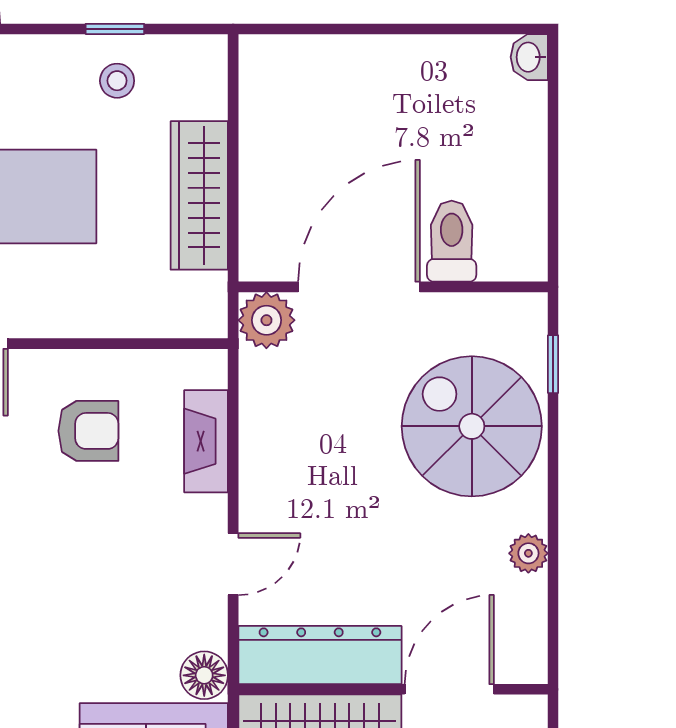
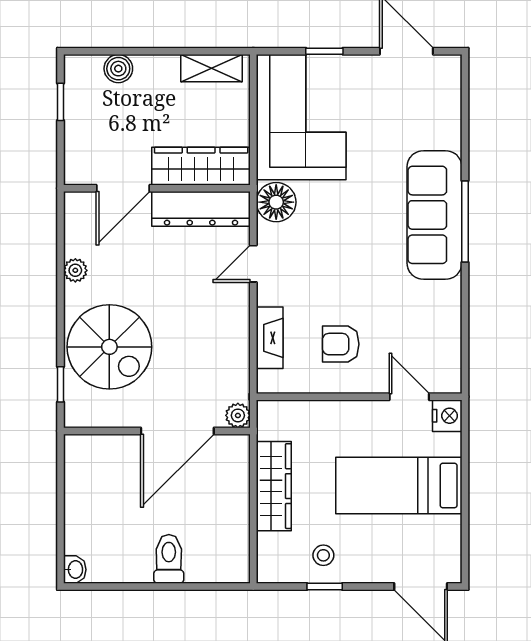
toilet: (452, 241) -> (169, 559), moved, turned 180
plant: (266, 320) -> (238, 415), width x0.73, depth x0.73
floor lamp: (204, 675) -> (276, 202), width x1.38, depth x1.38

